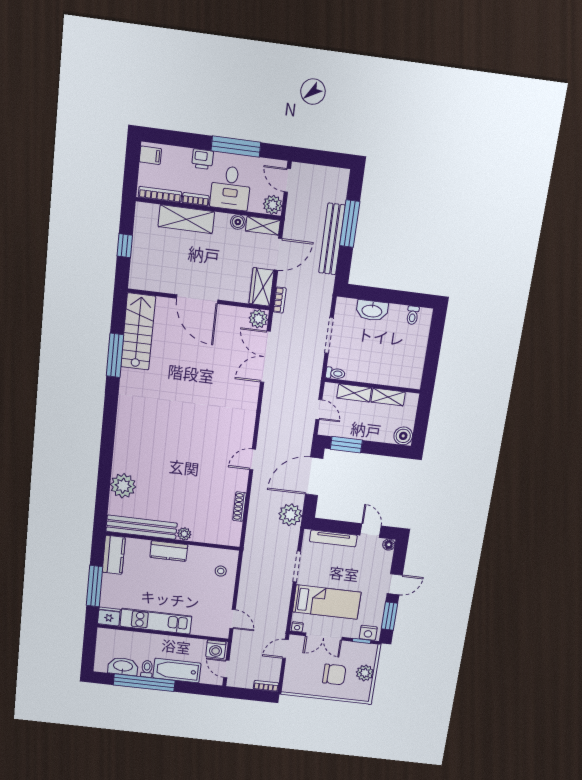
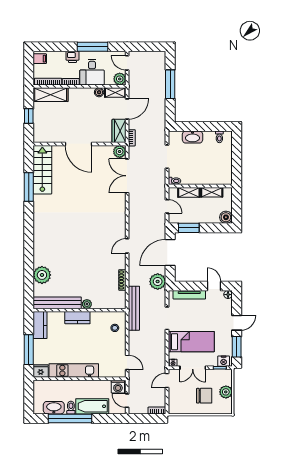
shelving: (186, 219) -> (51, 95), moved
bench: (332, 239) -> (134, 308), moved

